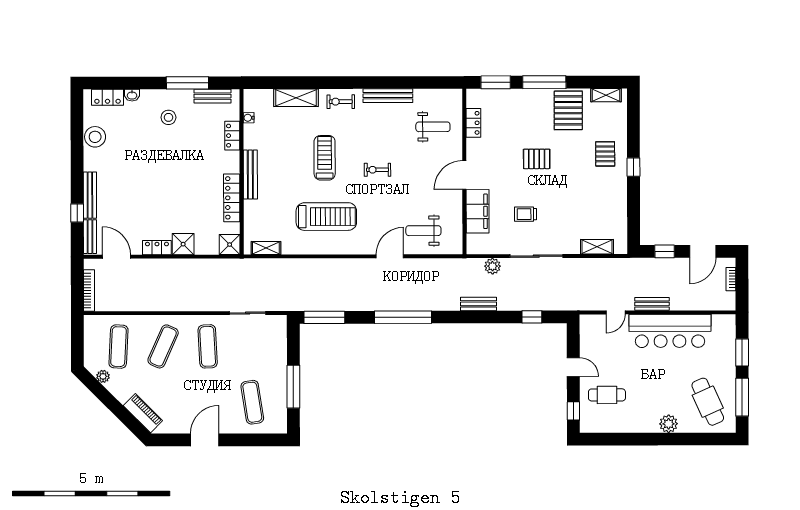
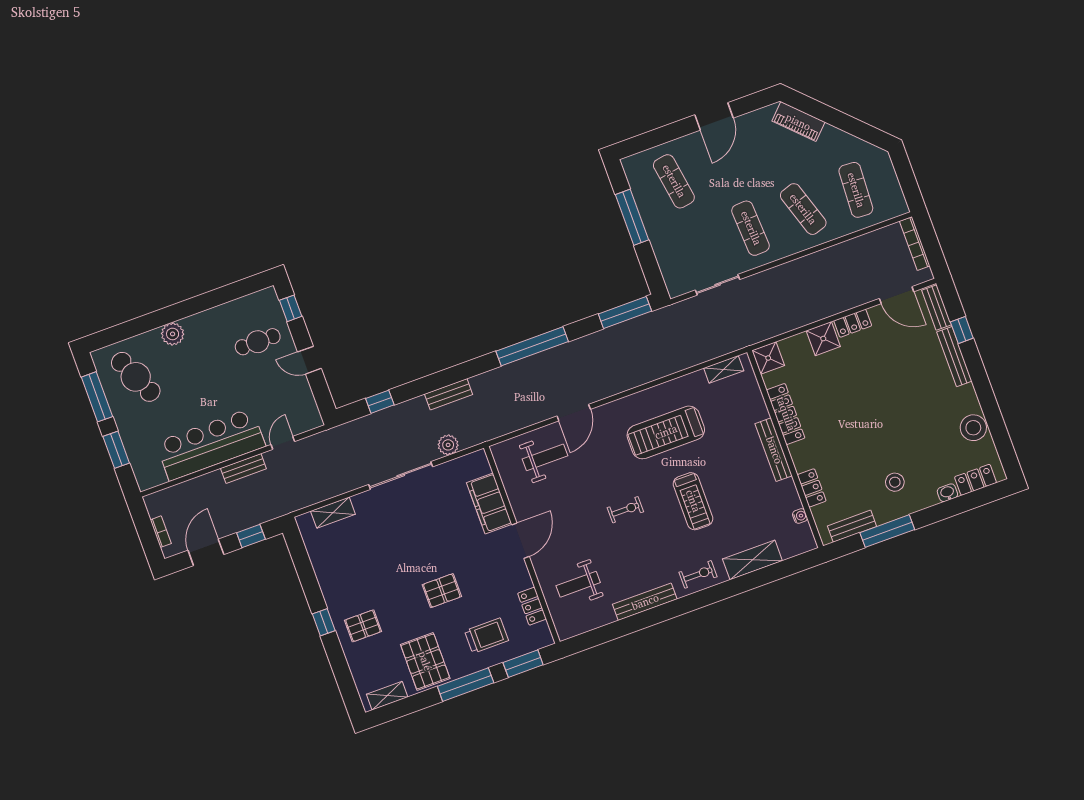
pallet: (605, 154) -> (363, 626), turned 90
trolley: (526, 214) -> (487, 636), moved, width x1.36, depth x1.39
exercise mat: (163, 346) -> (803, 209), turned -42
plant: (103, 376) -> (861, 148), removed

